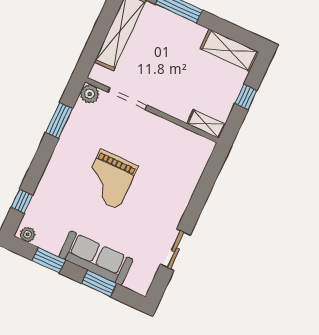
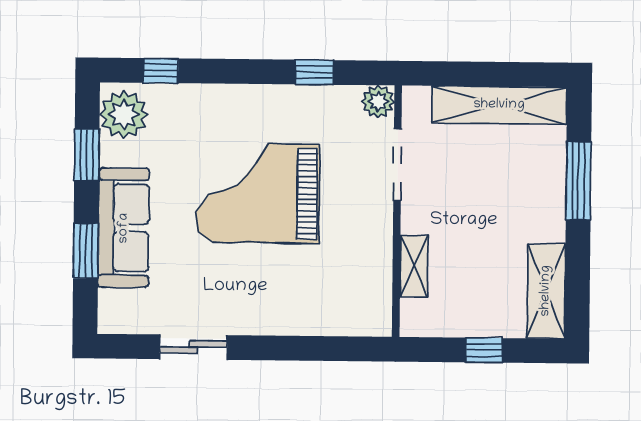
window: (59, 120) -> (315, 72), width x0.67
shelving: (206, 124) -> (414, 266), moved
grand piano: (109, 179) -> (258, 193), width x1.37, depth x1.48
plant: (28, 234) -> (124, 115), width x1.87, depth x1.87

